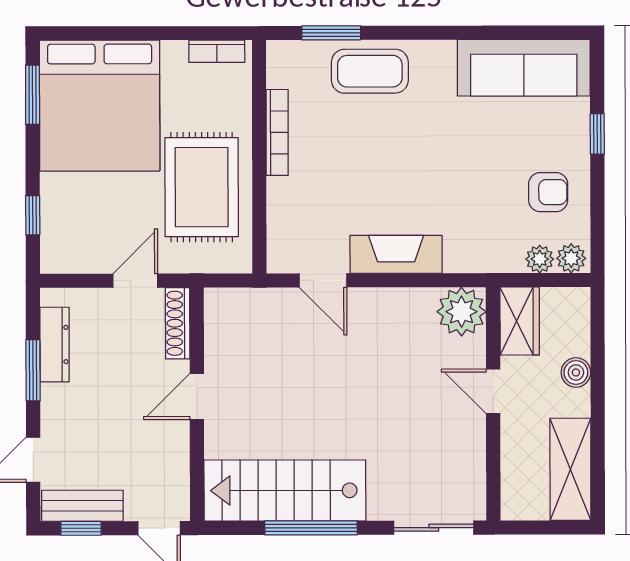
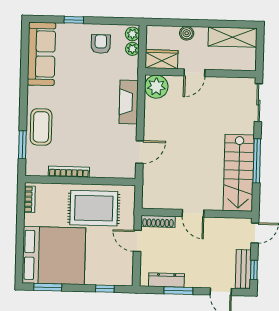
fireplace: (396, 254) -> (129, 102), moved

